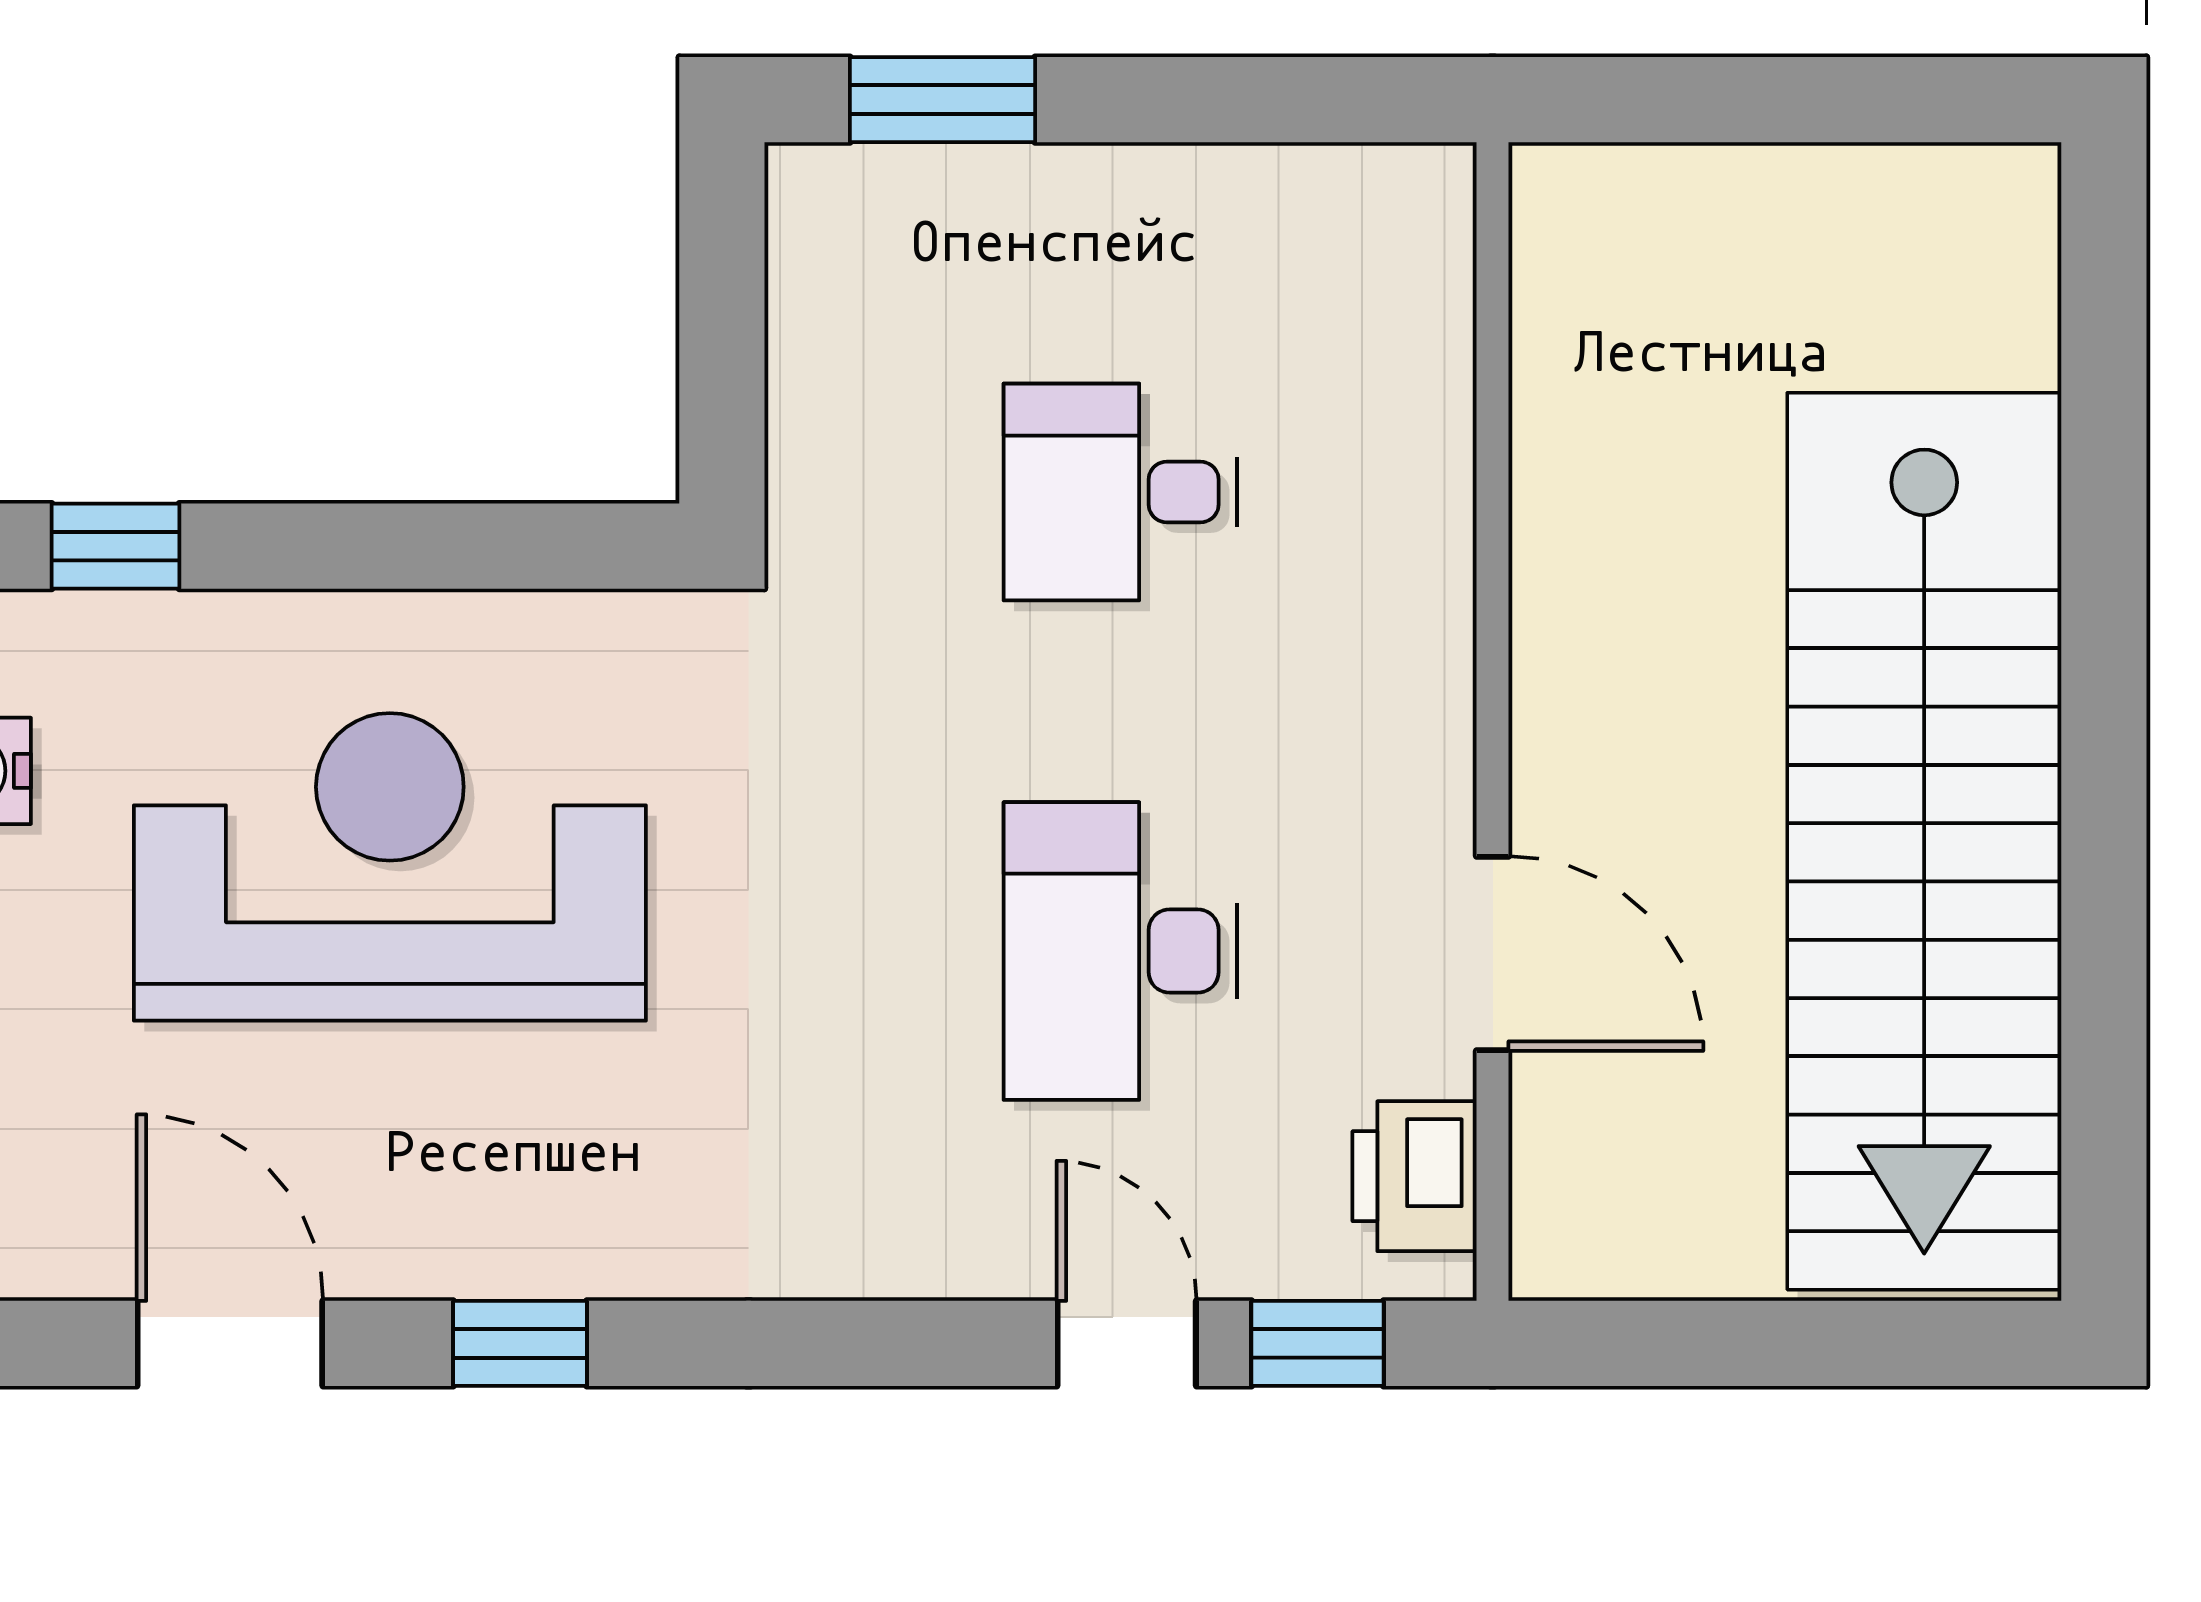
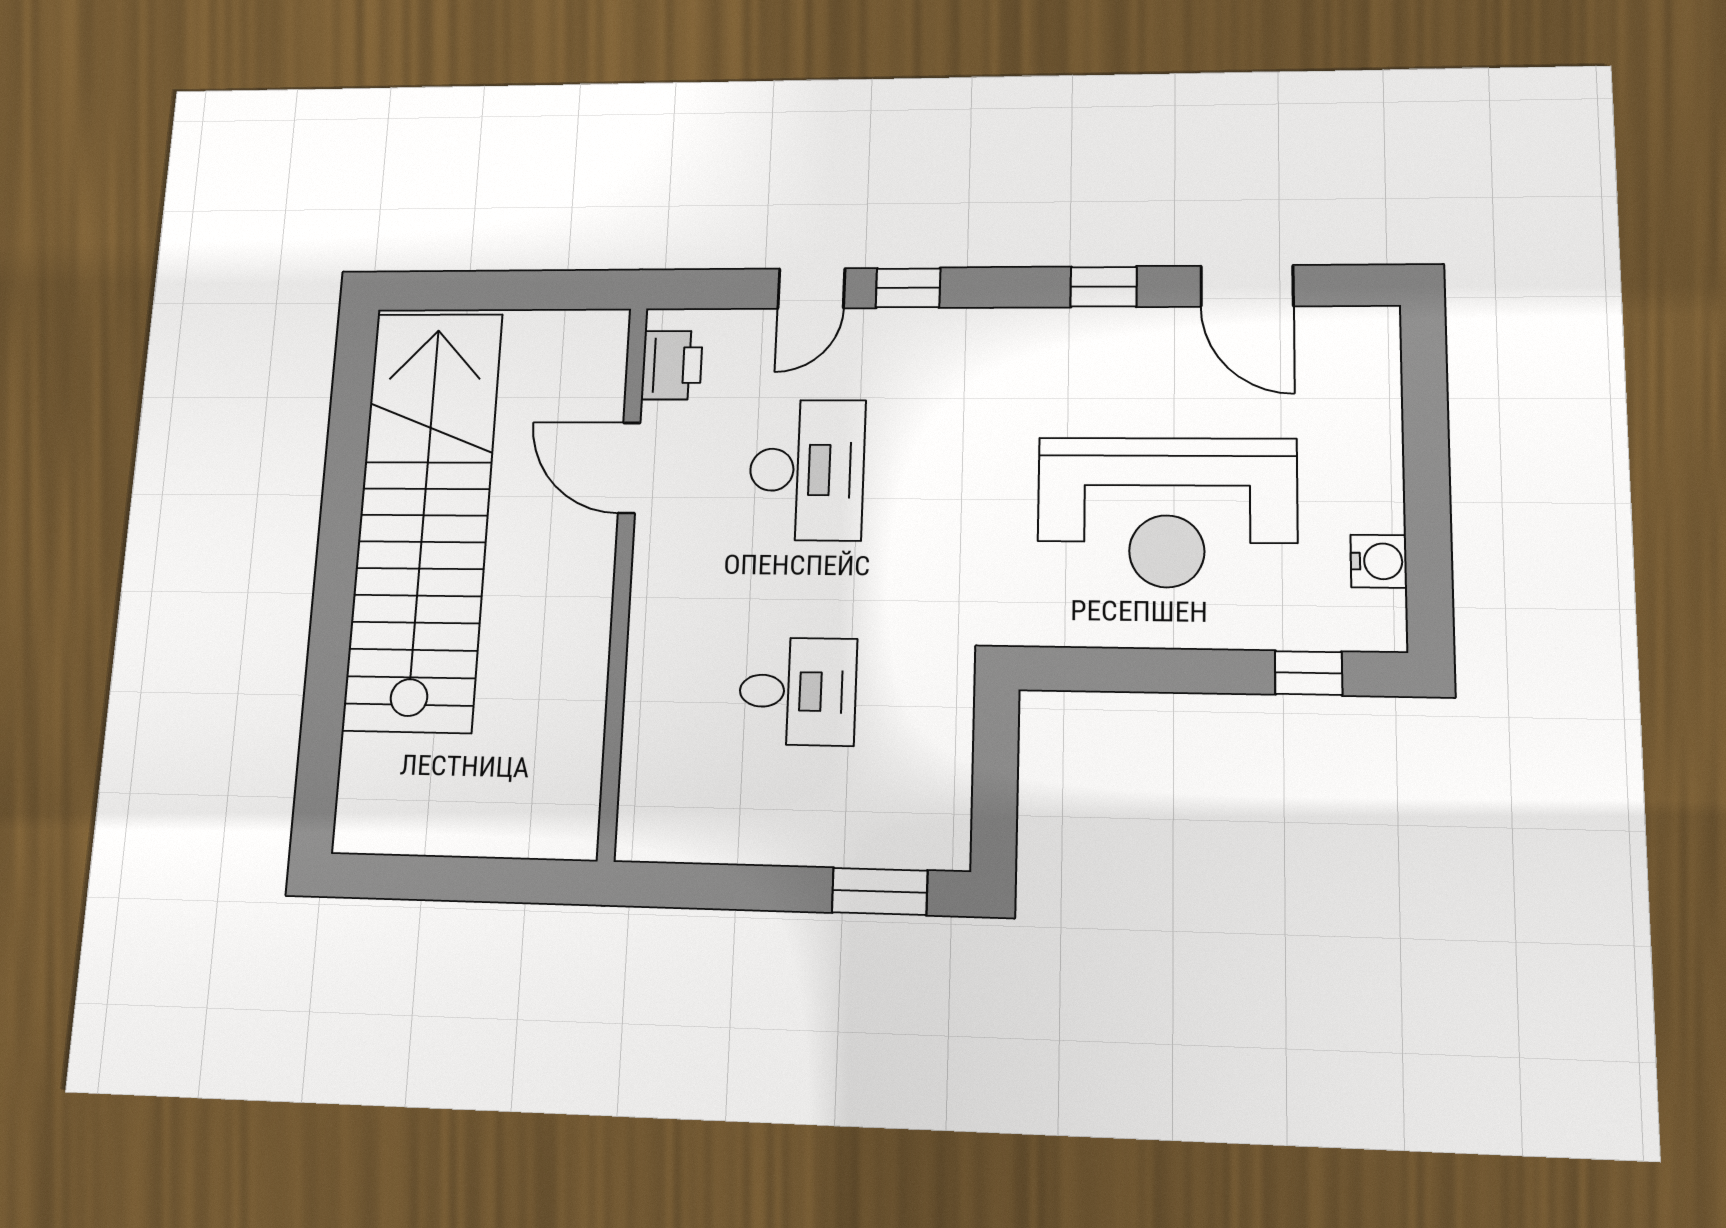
door: (1127, 1343) -> (811, 288), hinge flipped
window: (1318, 1343) -> (908, 288), moved

